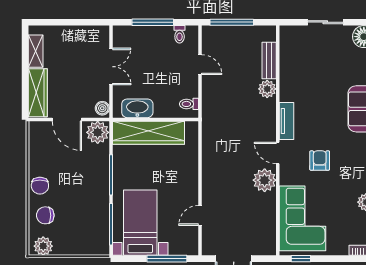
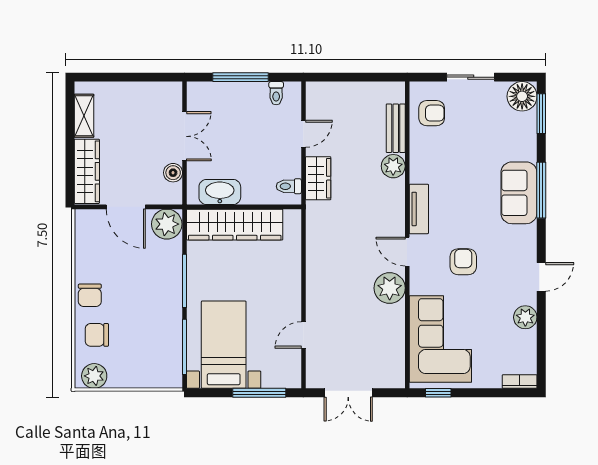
window: (232, 22) -> (346, 77), removed
armchair: (296, 49) -> (432, 113), added
door: (200, 65) -> (303, 134), hinge flipped
wardrobe: (211, 98) -> (318, 178), added
boiler: (102, 108) -> (173, 173), moved

